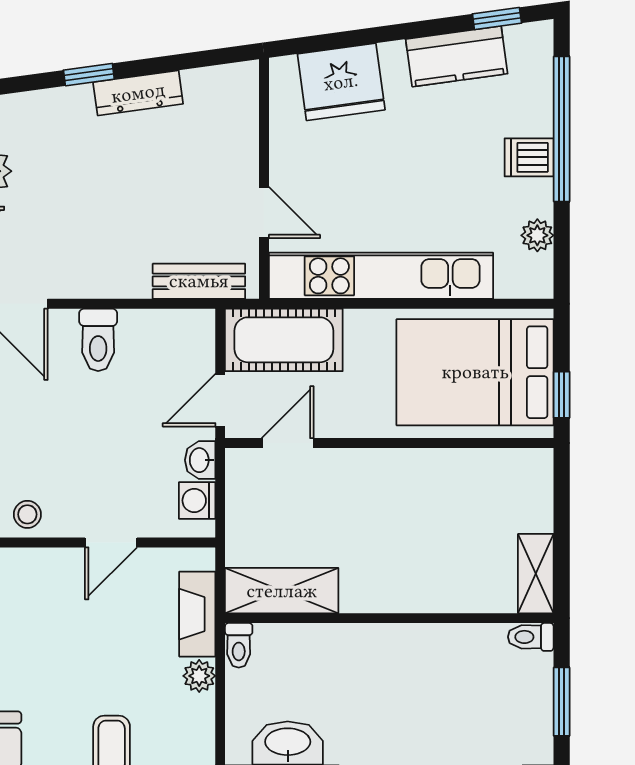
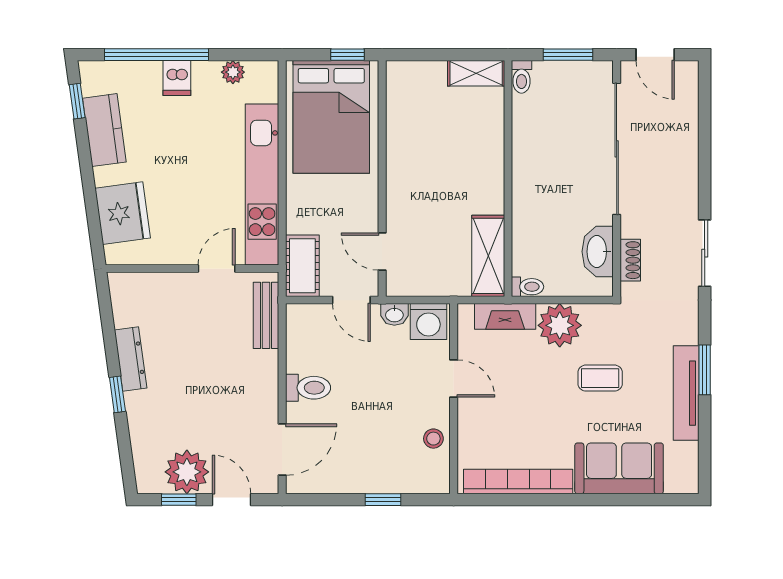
cot: (284, 340) -> (302, 266), width x0.73, depth x0.75
washing machine: (197, 500) -> (428, 322), width x1.38, depth x1.38
plant: (199, 676) -> (560, 325), width x1.88, depth x1.88

